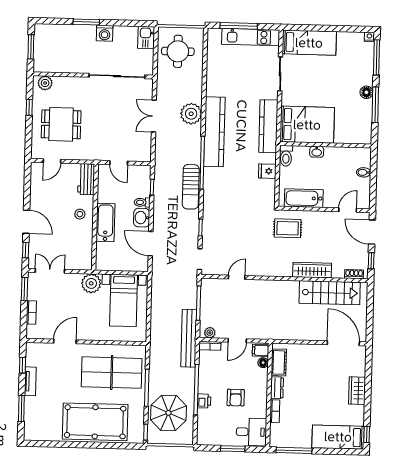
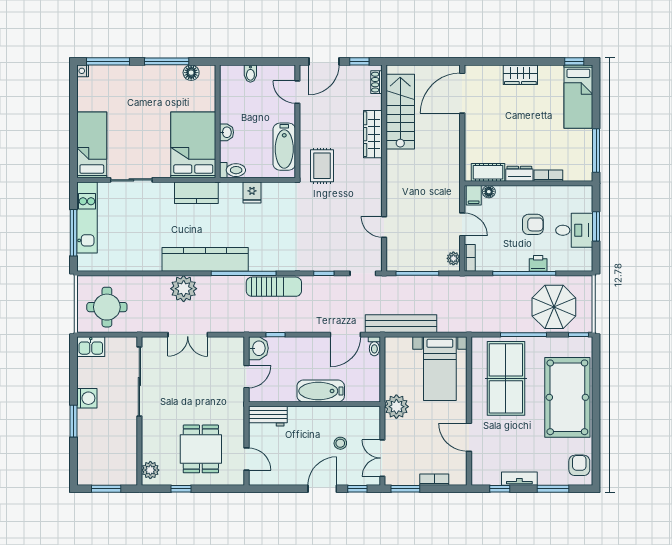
floor lamp: (366, 92) -> (191, 73), moved
kitchen counter: (268, 126) -> (196, 193), width x0.67
toilet: (142, 202) -> (374, 346), moved
stool: (80, 214) -> (340, 443), moved
washbasin: (142, 218) -> (258, 348), moved, turned -90
bed with nightstands: (124, 300) -> (440, 369), moved, turned 90
bench: (189, 338) -> (401, 324), moved
armchair: (40, 430) -> (579, 465), added
desk: (251, 432) -> (574, 230), moved, turned 90

